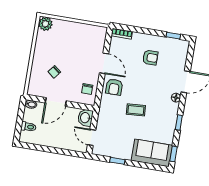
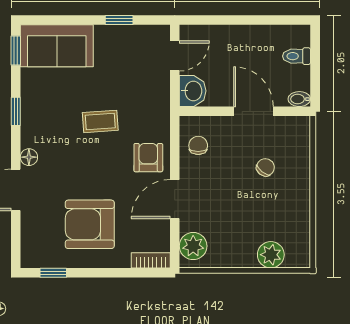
plant: (45, 24) -> (271, 255), moved
plant: (99, 37) -> (193, 246), added
armchair: (150, 58) -> (90, 224), width x1.88, depth x1.88
door: (104, 63) -> (175, 199), hinge flipped
door: (56, 102) -> (253, 111), hinge flipped
door: (92, 137) -> (175, 56), hinge flipped

